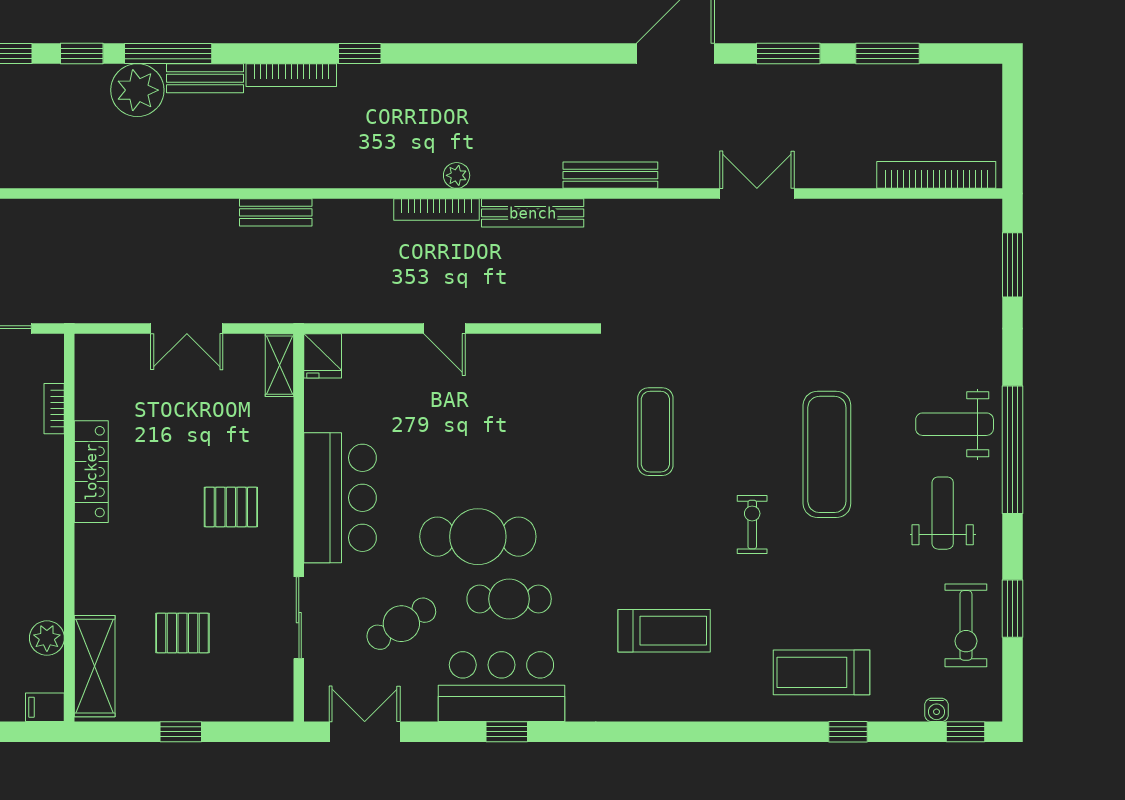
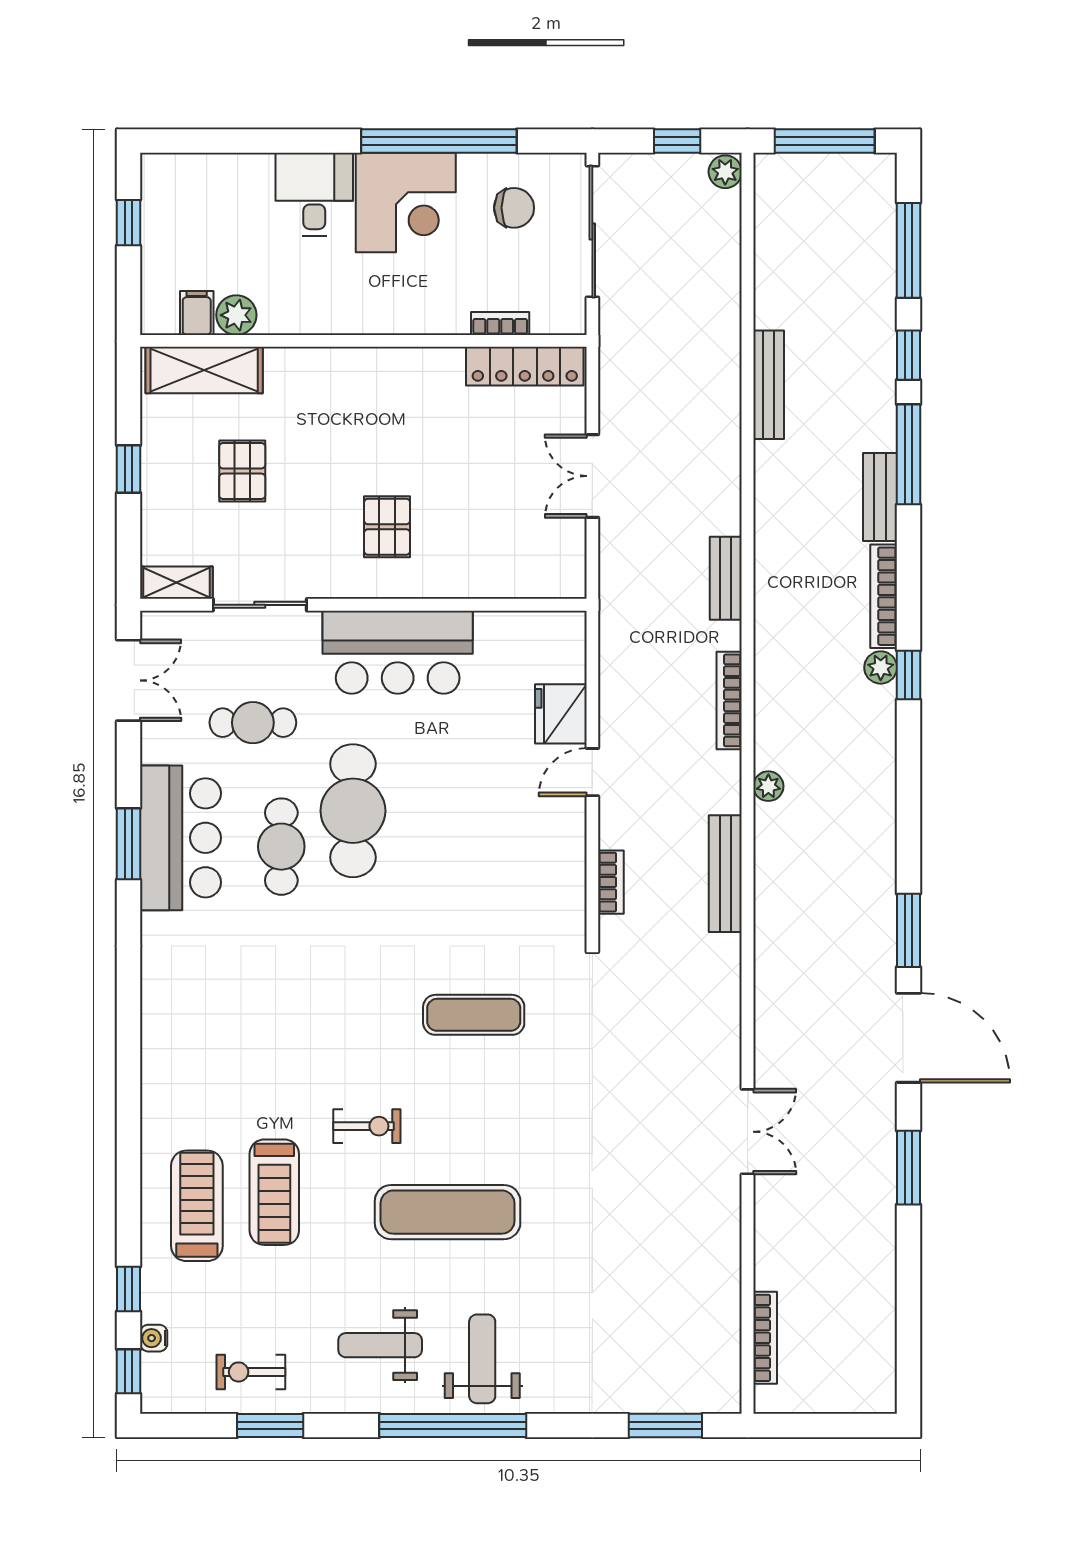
window: (888, 53) -> (909, 930), moved
plant: (137, 90) -> (881, 667), moved, width x0.53, depth x0.53
bench: (610, 175) -> (769, 385), moved
bookcase: (936, 175) -> (765, 1338), width x0.68, depth x0.76
bookcase: (436, 209) -> (729, 700), moved
bookcase: (540, 312) -> (611, 882), added
fridge: (323, 356) -> (561, 714), moved, width x1.38
shelving: (280, 365) -> (176, 583), moved
locker: (91, 472) -> (525, 366), moved
weight bench: (943, 513) -> (380, 1345), turned 180
cafe table: (401, 624) -> (253, 723), turned -59
exercise bike: (966, 625) -> (251, 1372), width x0.73, depth x0.72
treadmill: (664, 631) -> (274, 1192), moved
filing cabinet: (45, 707) -> (197, 313), moved
window: (507, 732) -> (129, 844), width x1.50
window: (848, 732) -> (129, 1289), moved

